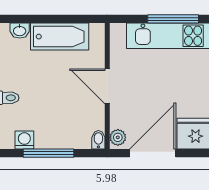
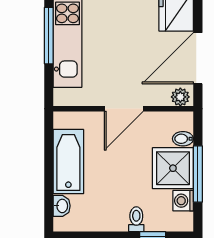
shower: (54, 131) -> (173, 168), added
bidet: (98, 140) -> (183, 139), moved
door: (153, 153) -> (198, 58), hinge flipped

